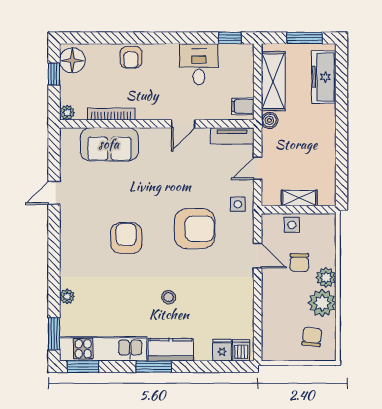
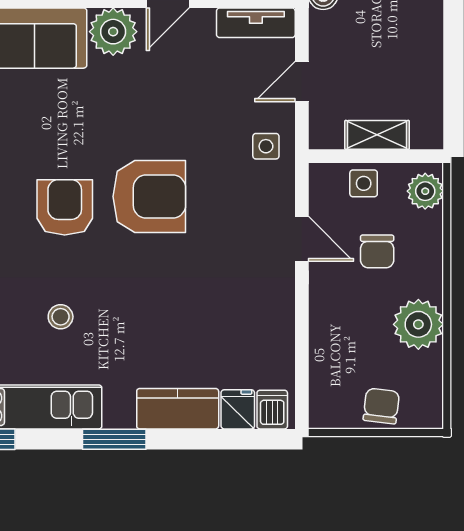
plant: (153, 141) -> (113, 32), added
armchair: (195, 229) -> (149, 197), moved
plant: (326, 278) -> (425, 191), moved
stool: (169, 297) -> (61, 317), moved
chair: (312, 337) -> (381, 406), moved
kitchen counter: (171, 350) -> (178, 409), moved

